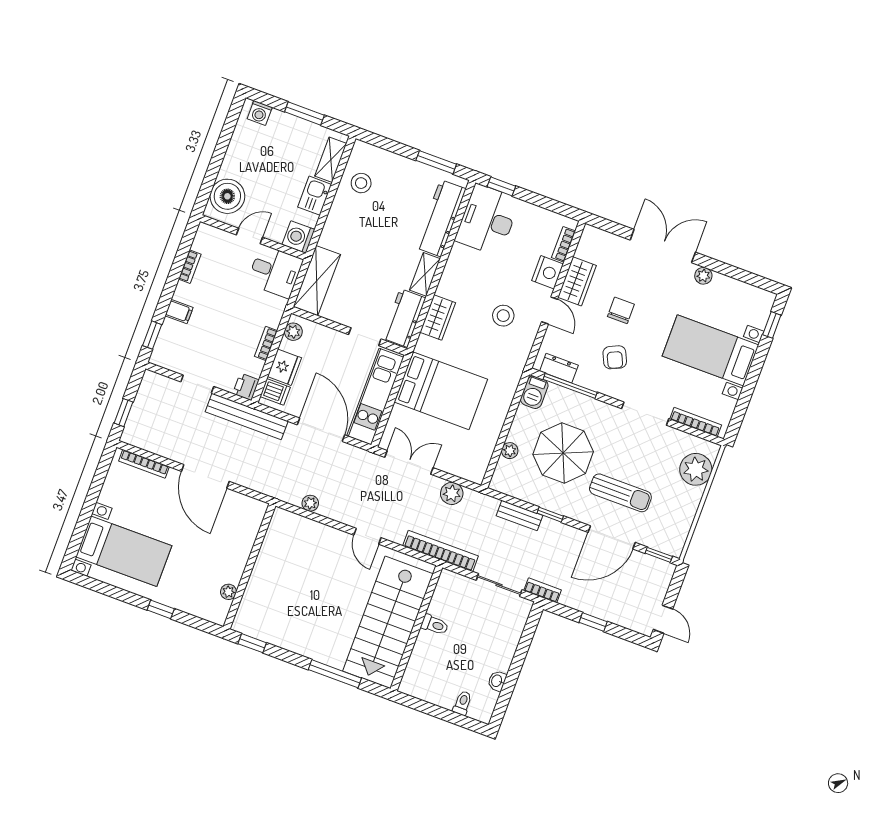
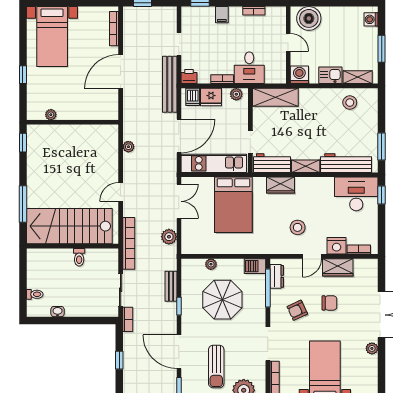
desk: (275, 271) -> (249, 68), moved
sun lounger: (620, 493) -> (216, 367), moved

